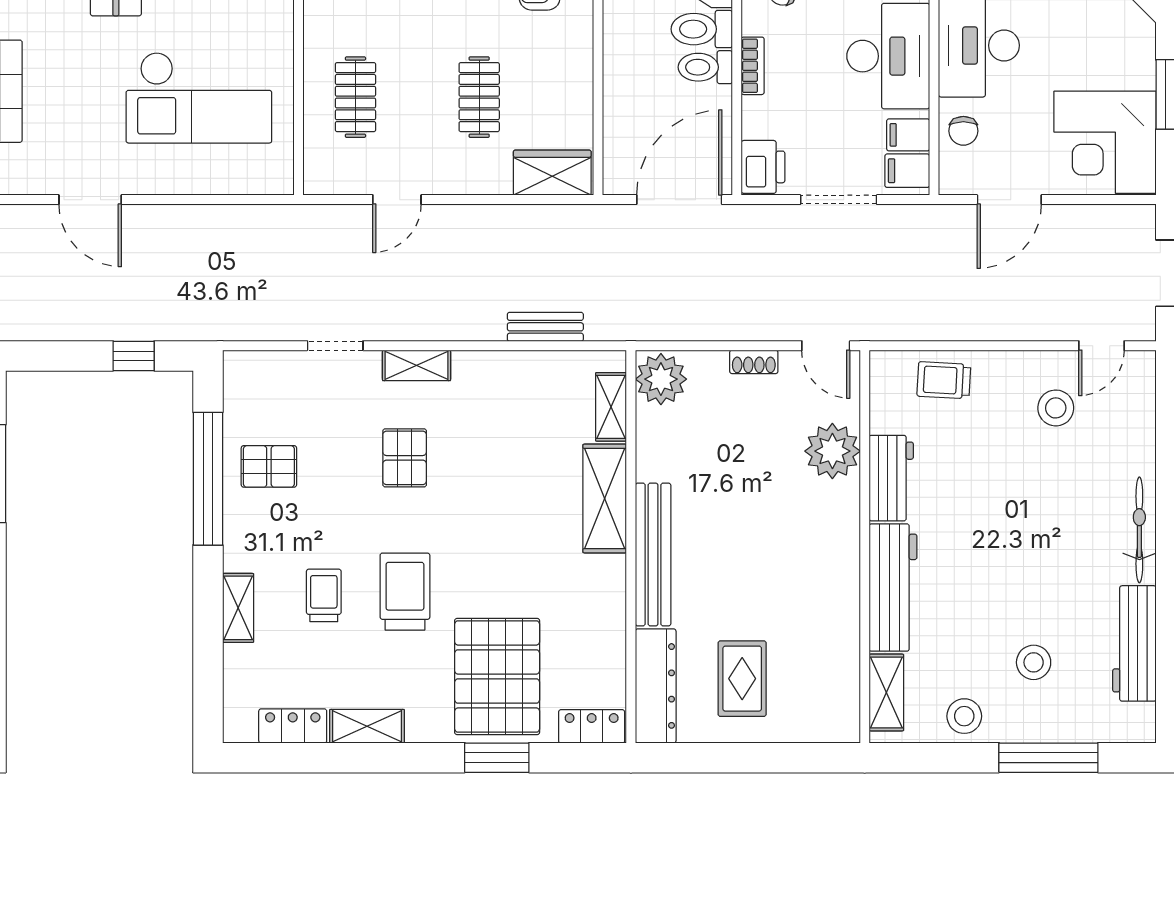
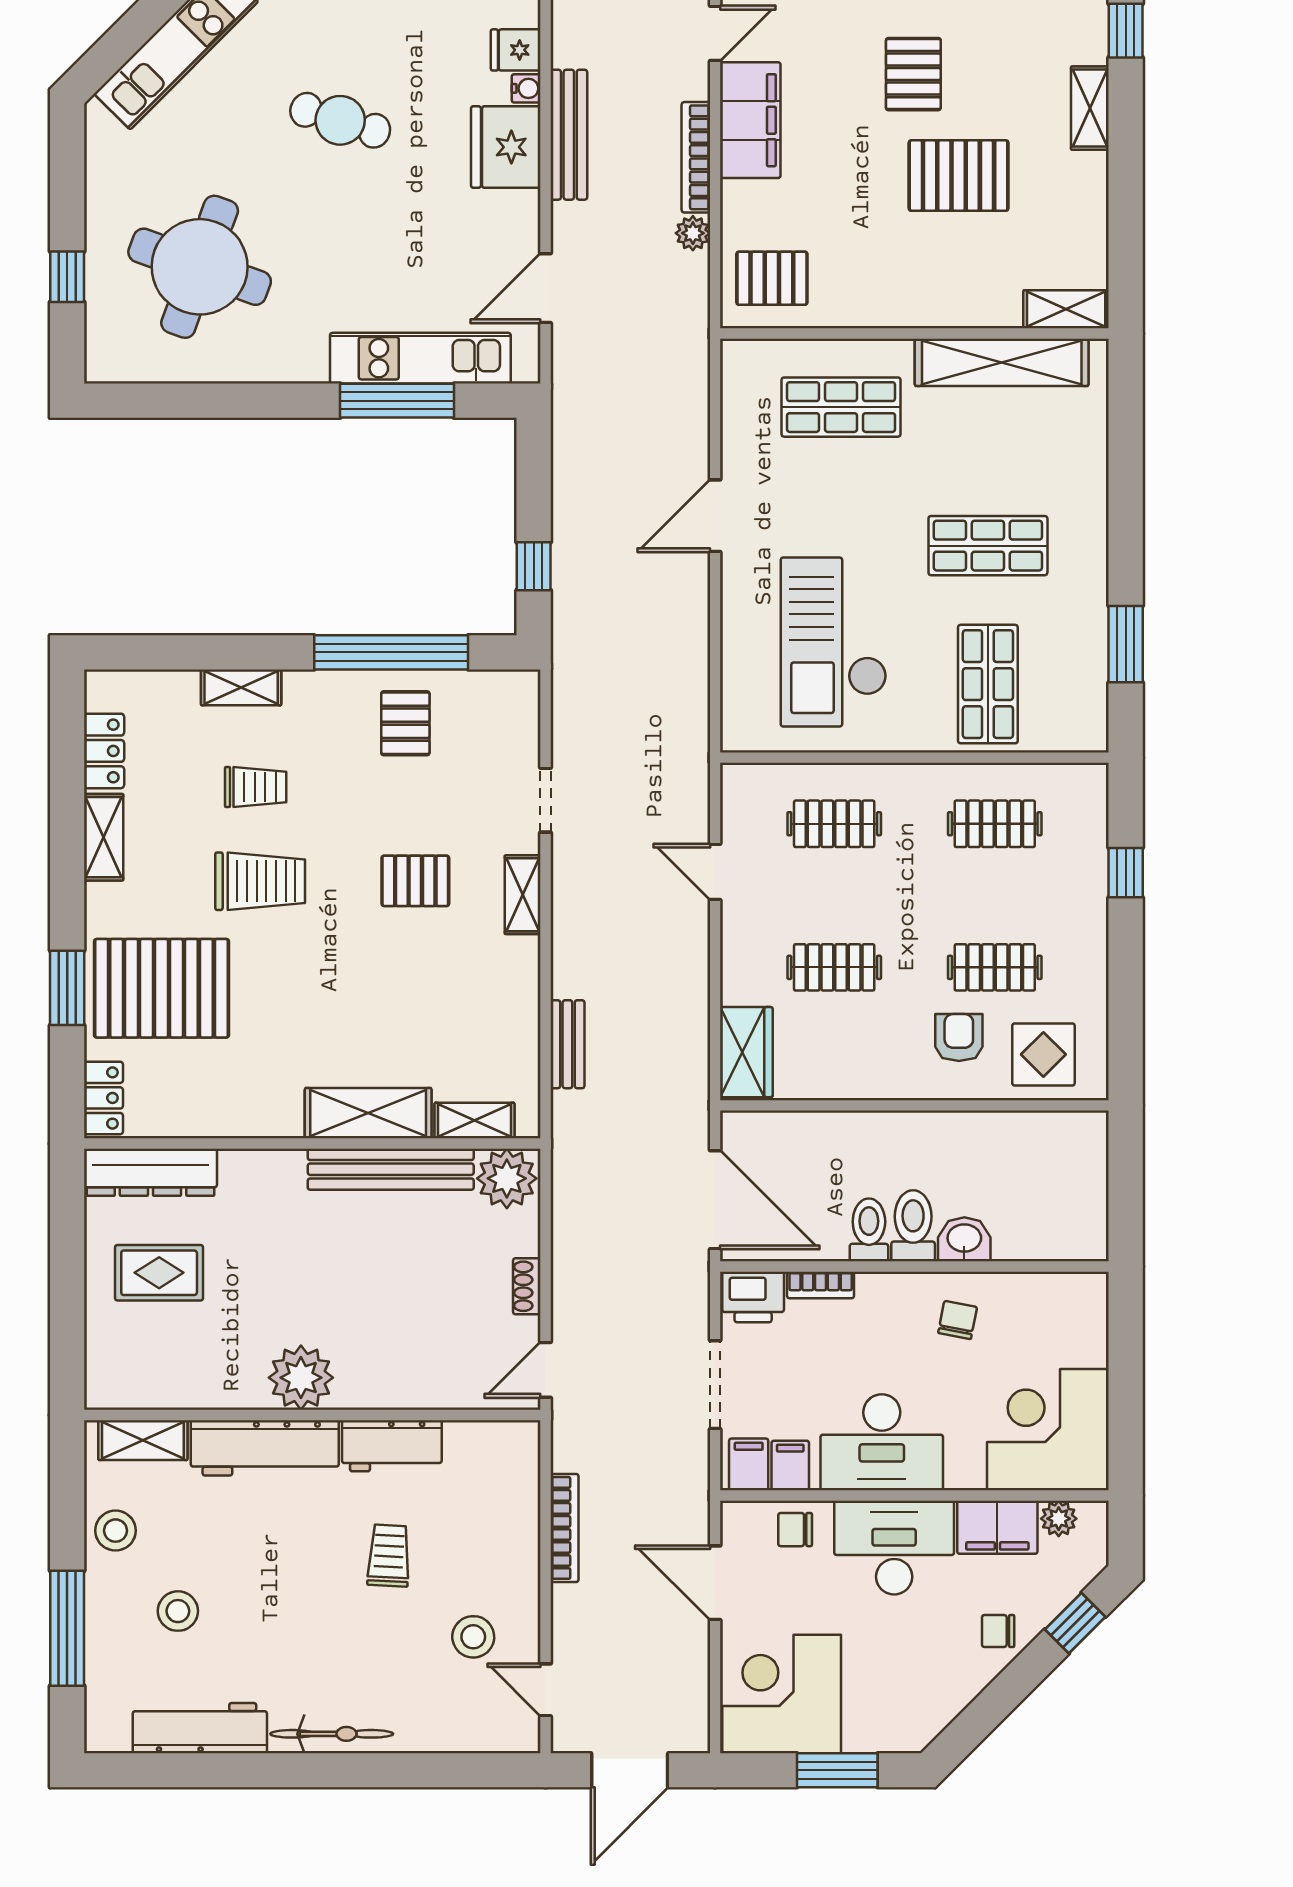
bookcase: (753, 66) -> (821, 1285), moved
bookcase: (962, 329) -> (564, 1528), added
trolley: (944, 380) -> (389, 1556), moved
plant: (832, 451) -> (301, 1378), moved
bench: (653, 555) -> (391, 1169), moved

